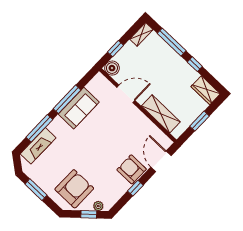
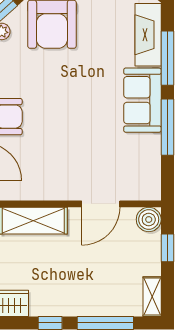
sofa: (79, 108) -> (142, 100), moved

